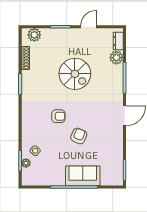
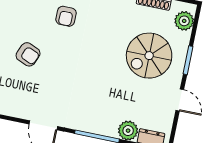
spiral stairs: (75, 74) -> (149, 56), moved
armchair: (58, 116) -> (66, 16), moved

